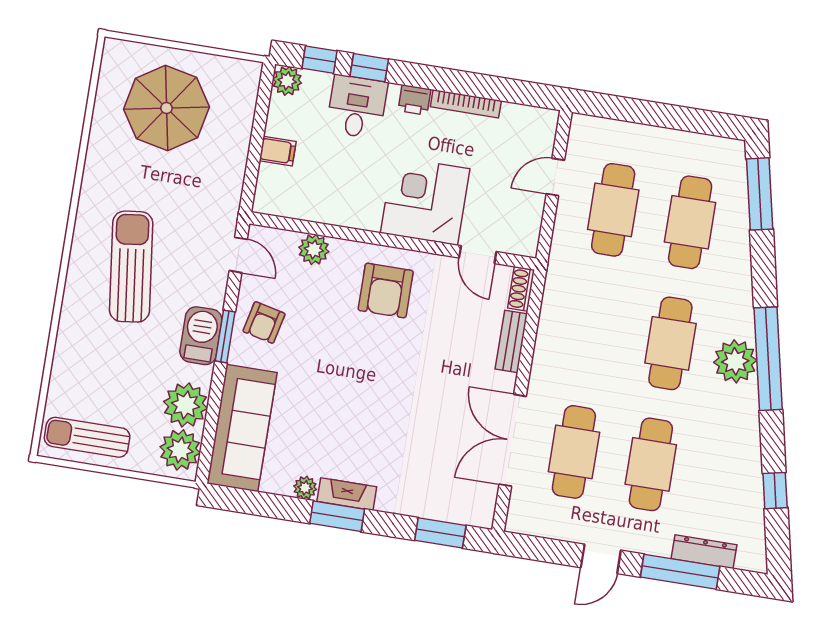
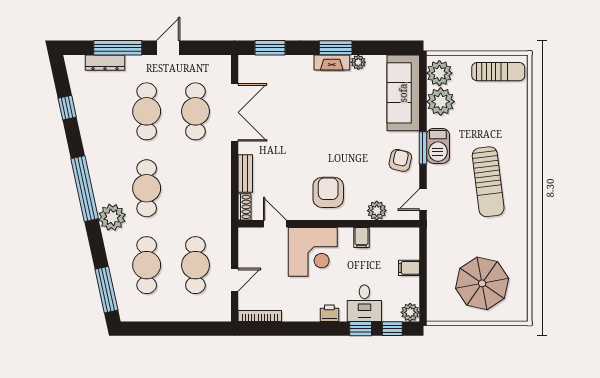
bookcase: (466, 104) -> (260, 316), moved
filing cabinet: (345, 211) -> (362, 237), added
door: (238, 255) -> (423, 200), hinge flipped
plant: (735, 361) -> (112, 217), moved

